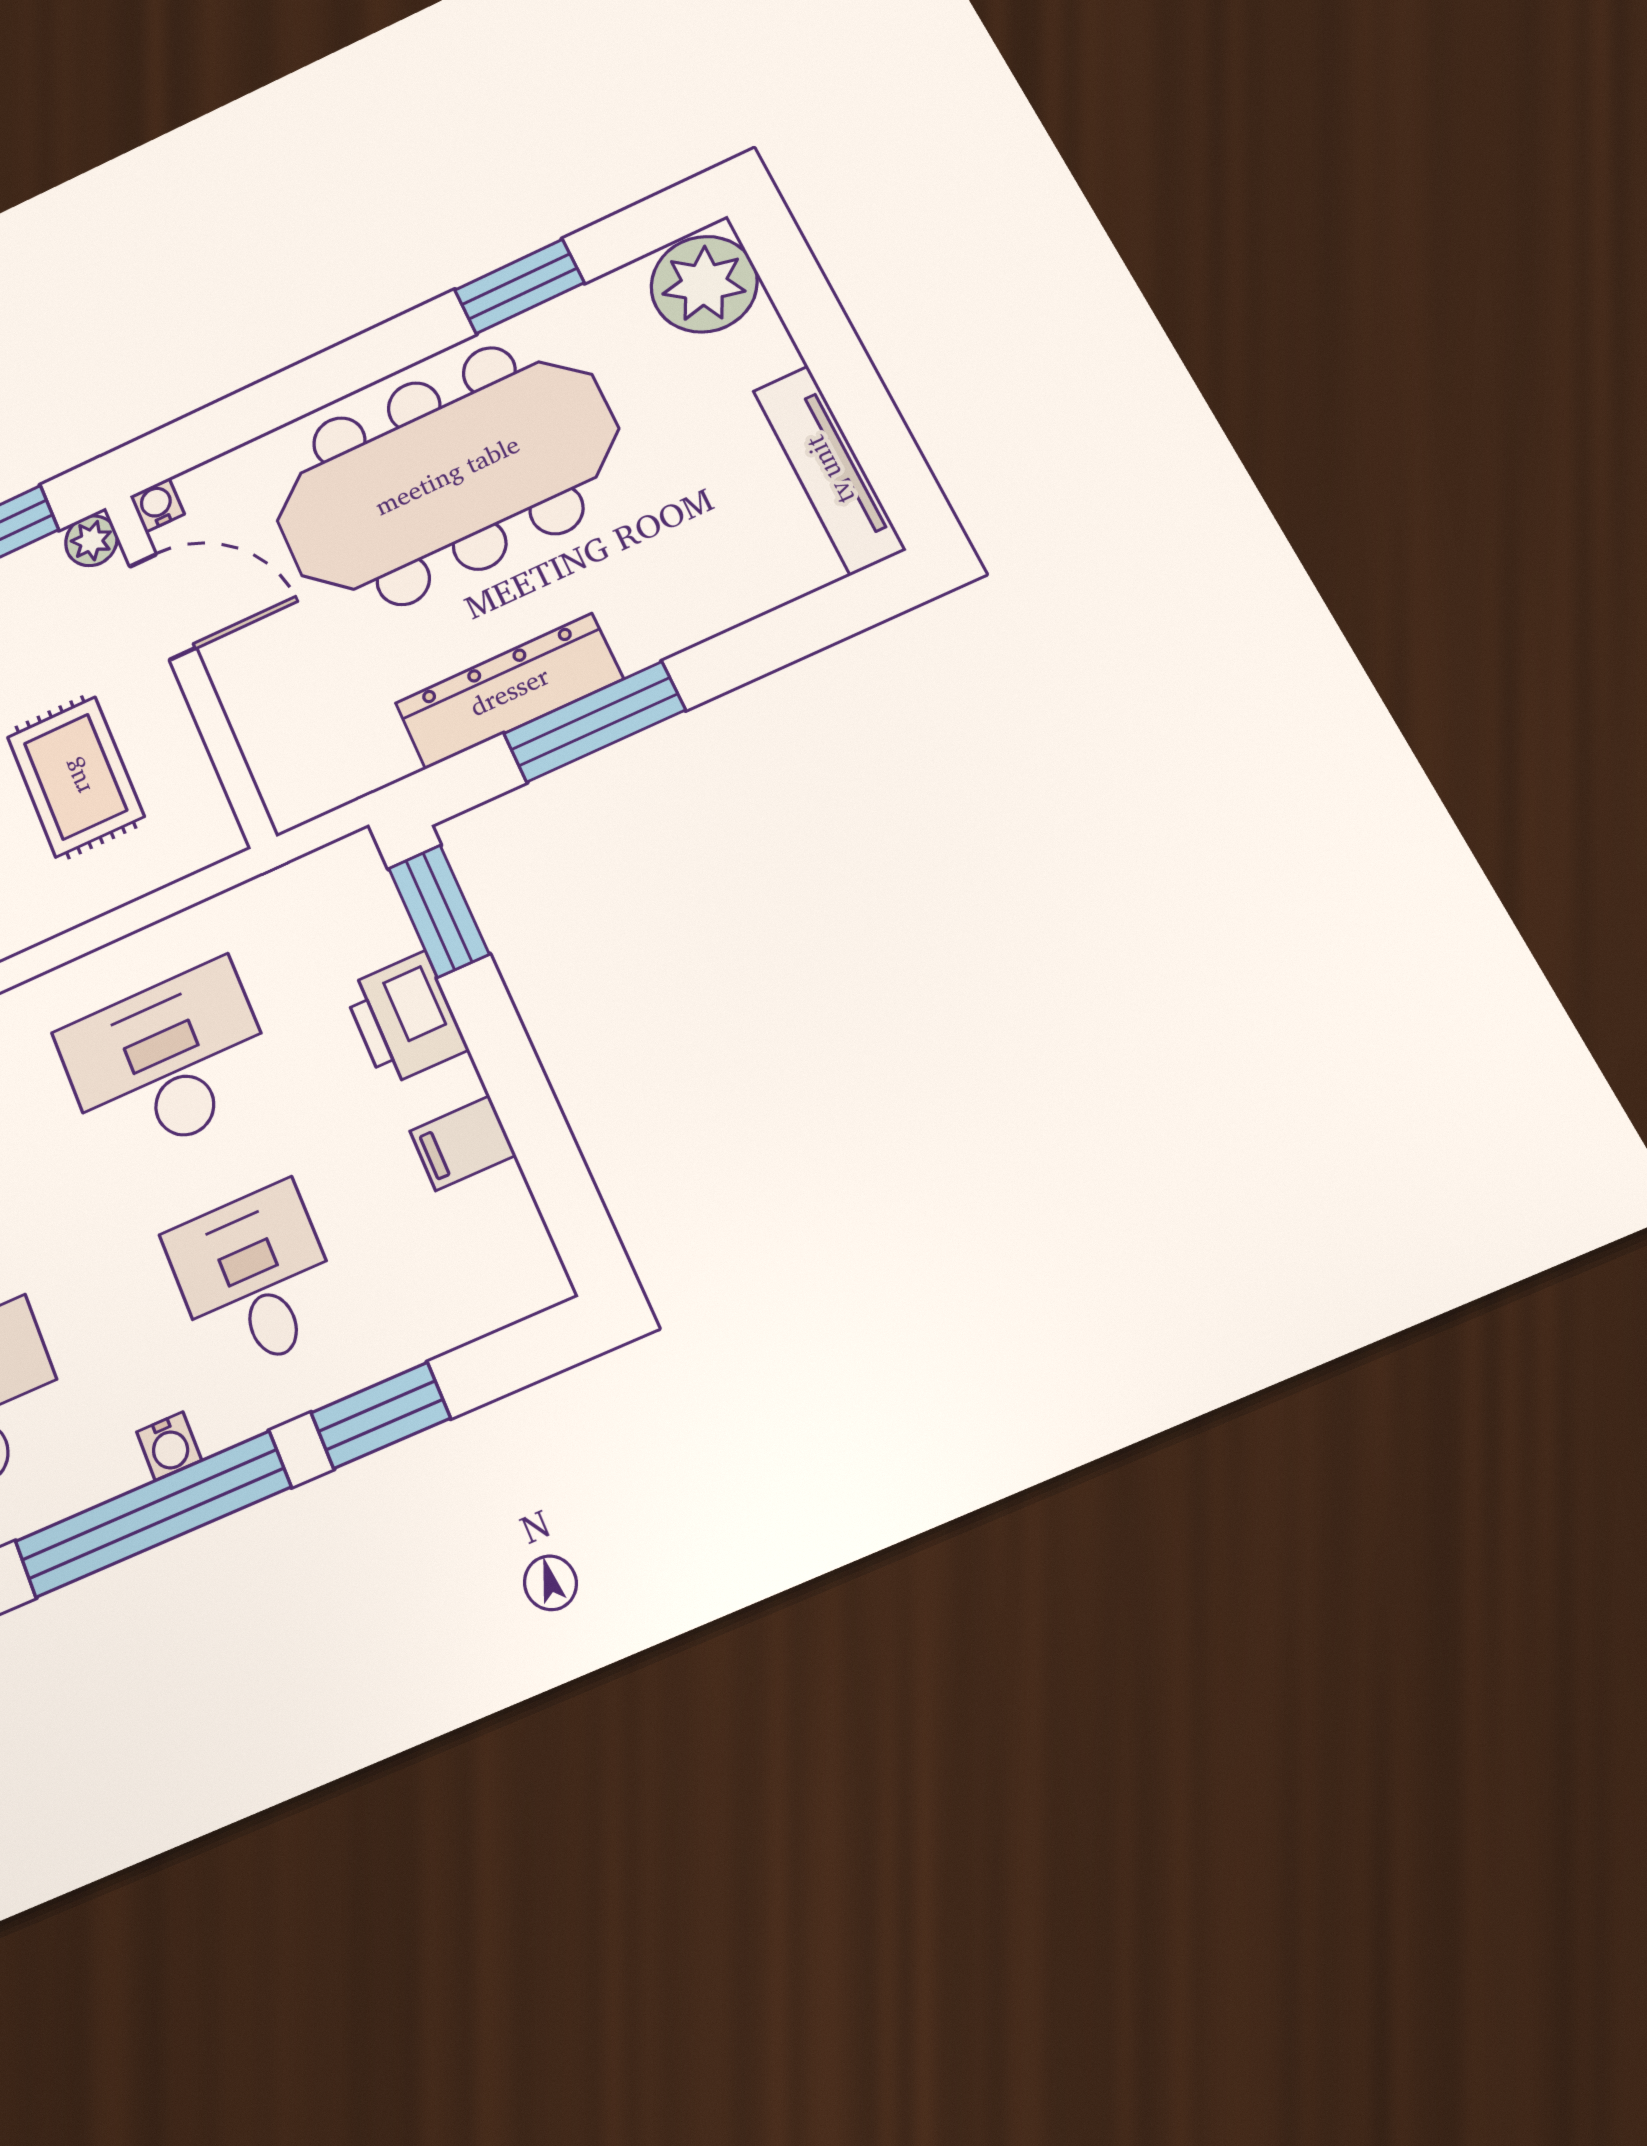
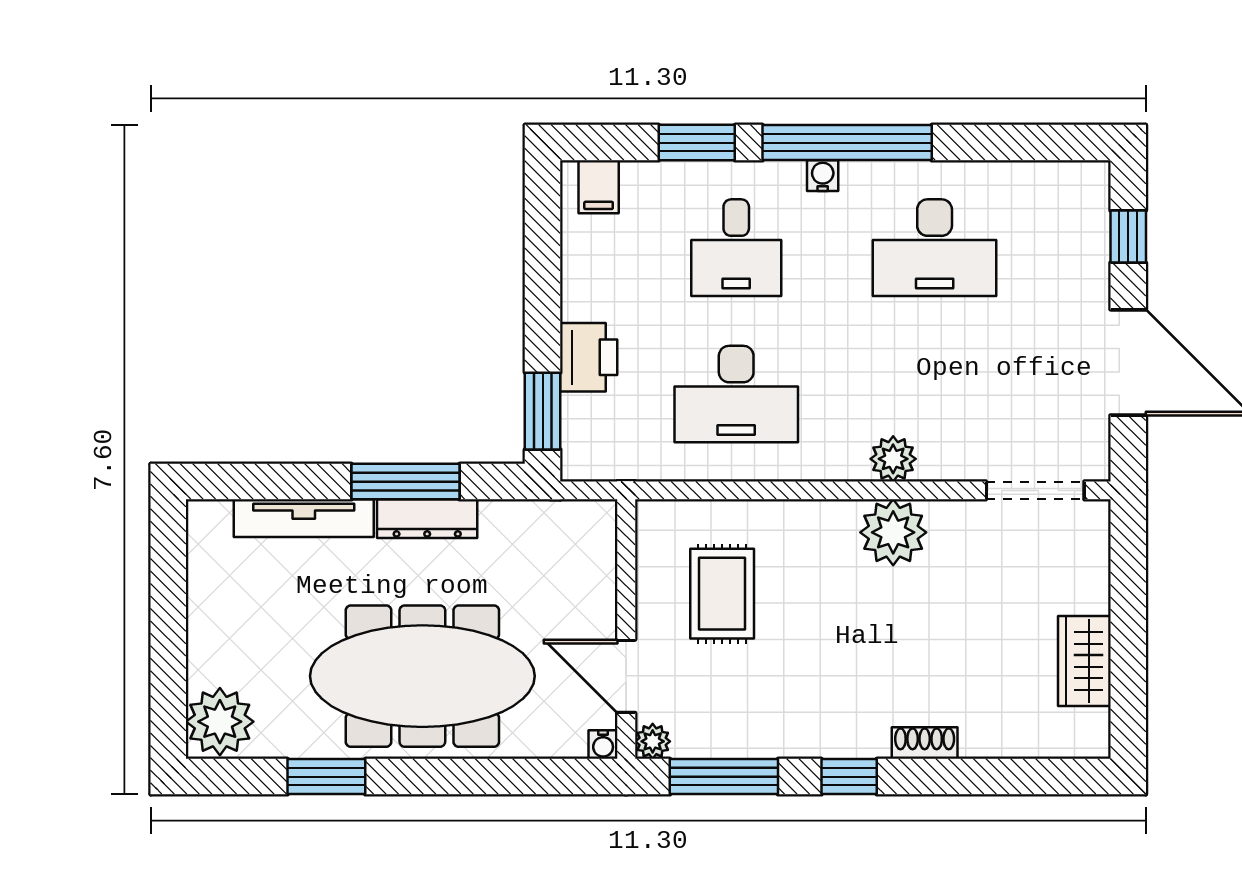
tv unit: (829, 470) -> (304, 518), moved, turned 90
dresser: (509, 691) -> (427, 519), width x0.73, depth x0.80
filing cabinet: (463, 1143) -> (599, 187), moved, turned 90

